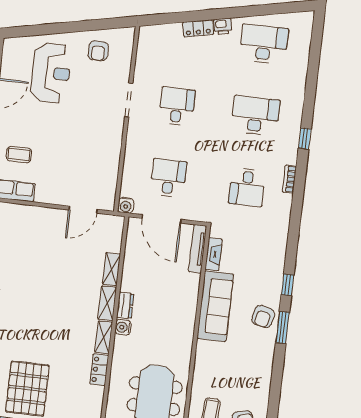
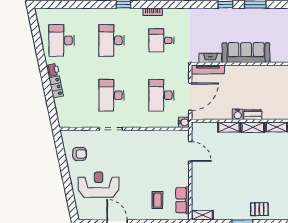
desk: (177, 106) -> (112, 95), width x1.37
desk: (168, 178) -> (161, 95), width x1.37
desk: (247, 187) -> (161, 40), turned 180
armchair: (263, 317) -> (249, 19), removed
water cooler: (123, 327) -> (238, 114), moved

